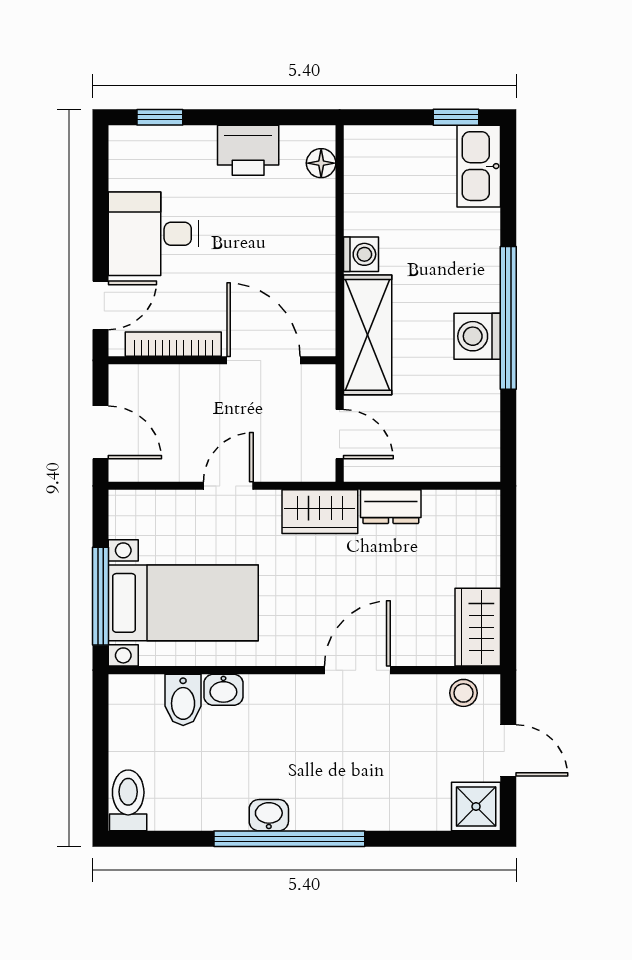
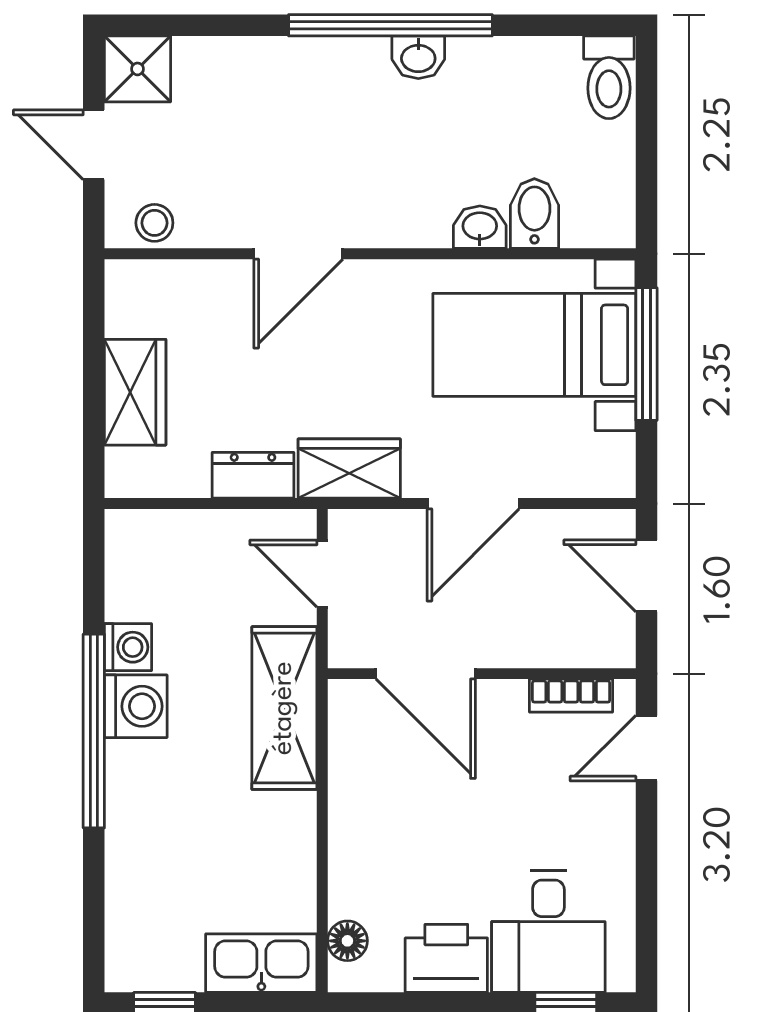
kitchen sink: (479, 166) -> (261, 963), moved, turned -90
desk: (153, 234) -> (548, 931), moved, turned 90
washing machine: (361, 254) -> (128, 647), moved, turned 180
bookcase: (173, 344) -> (571, 696), width x0.64
door: (228, 486) -> (473, 504), width x1.38
wardrobe: (478, 627) -> (135, 392), moved

